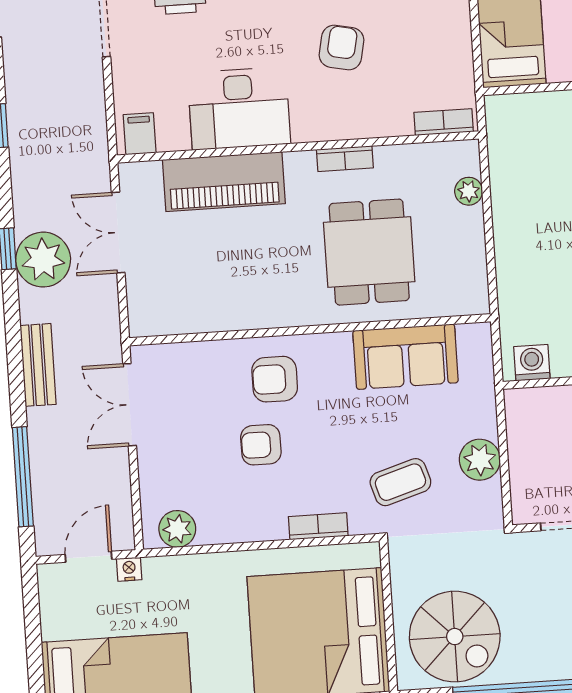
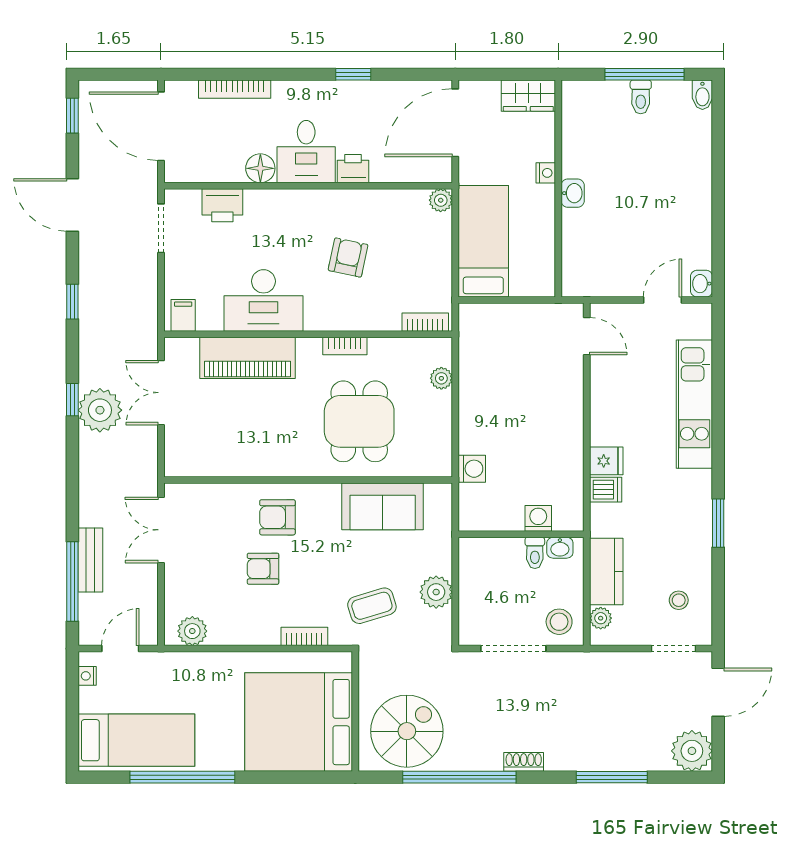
washing machine: (532, 363) -> (472, 469), moved, turned 90
bench: (38, 365) -> (90, 560), moved
nightstand: (129, 569) -> (87, 676), moved, turned -90
spiral stairs: (455, 637) -> (407, 731), turned -90

